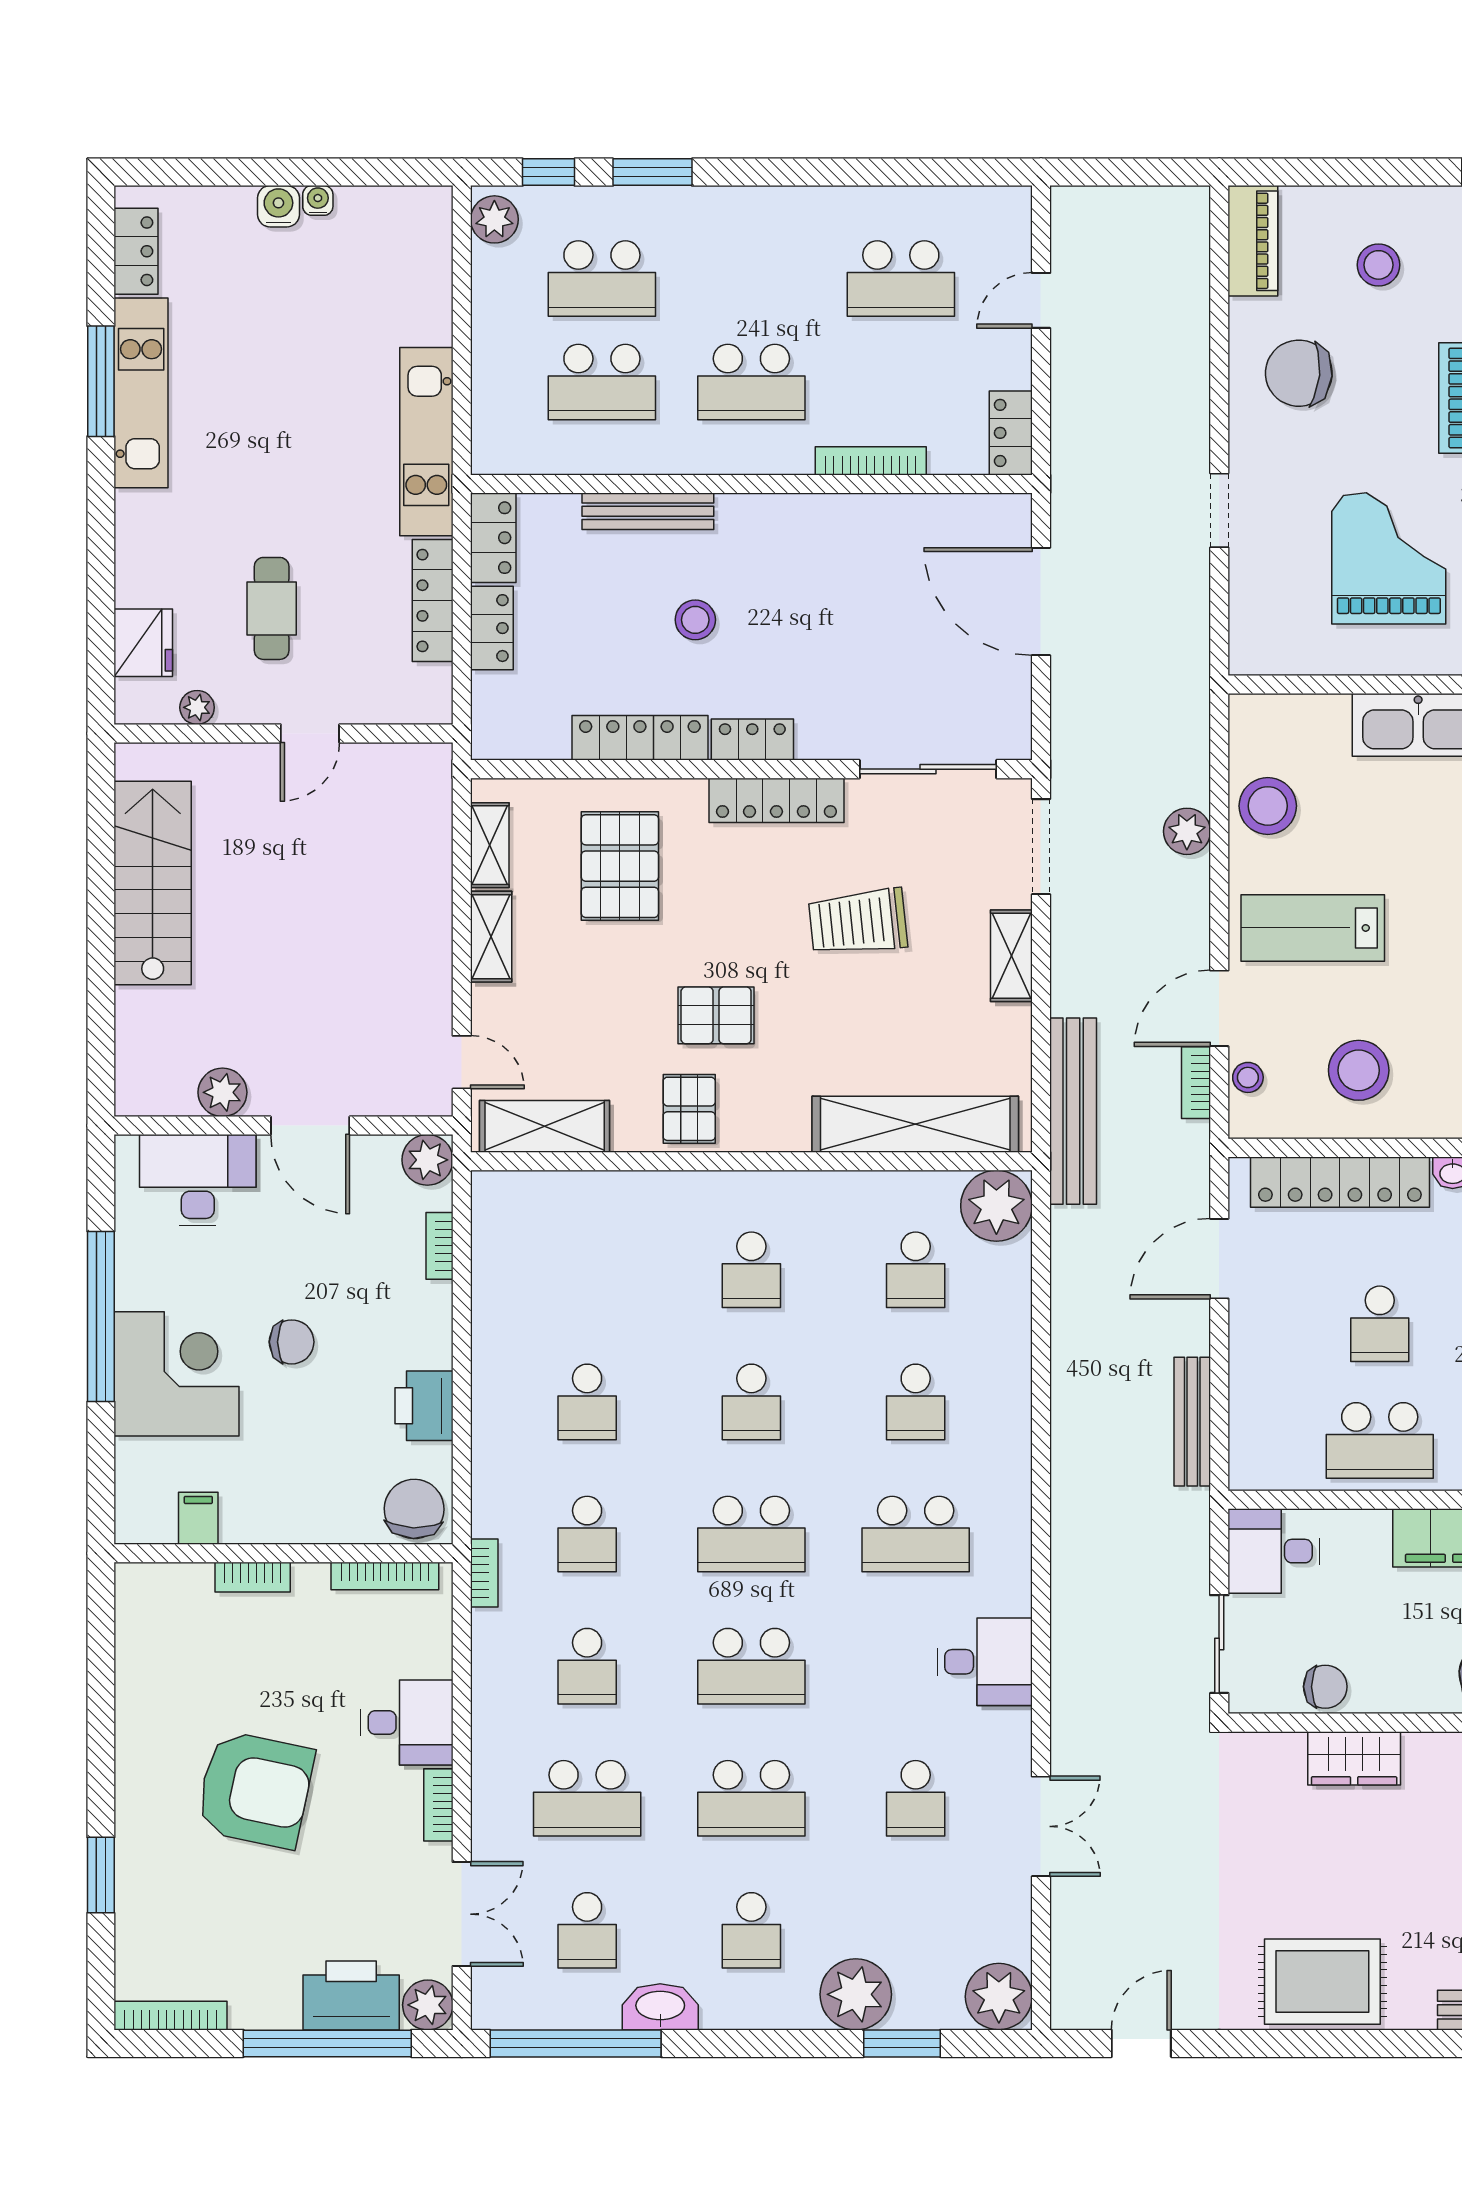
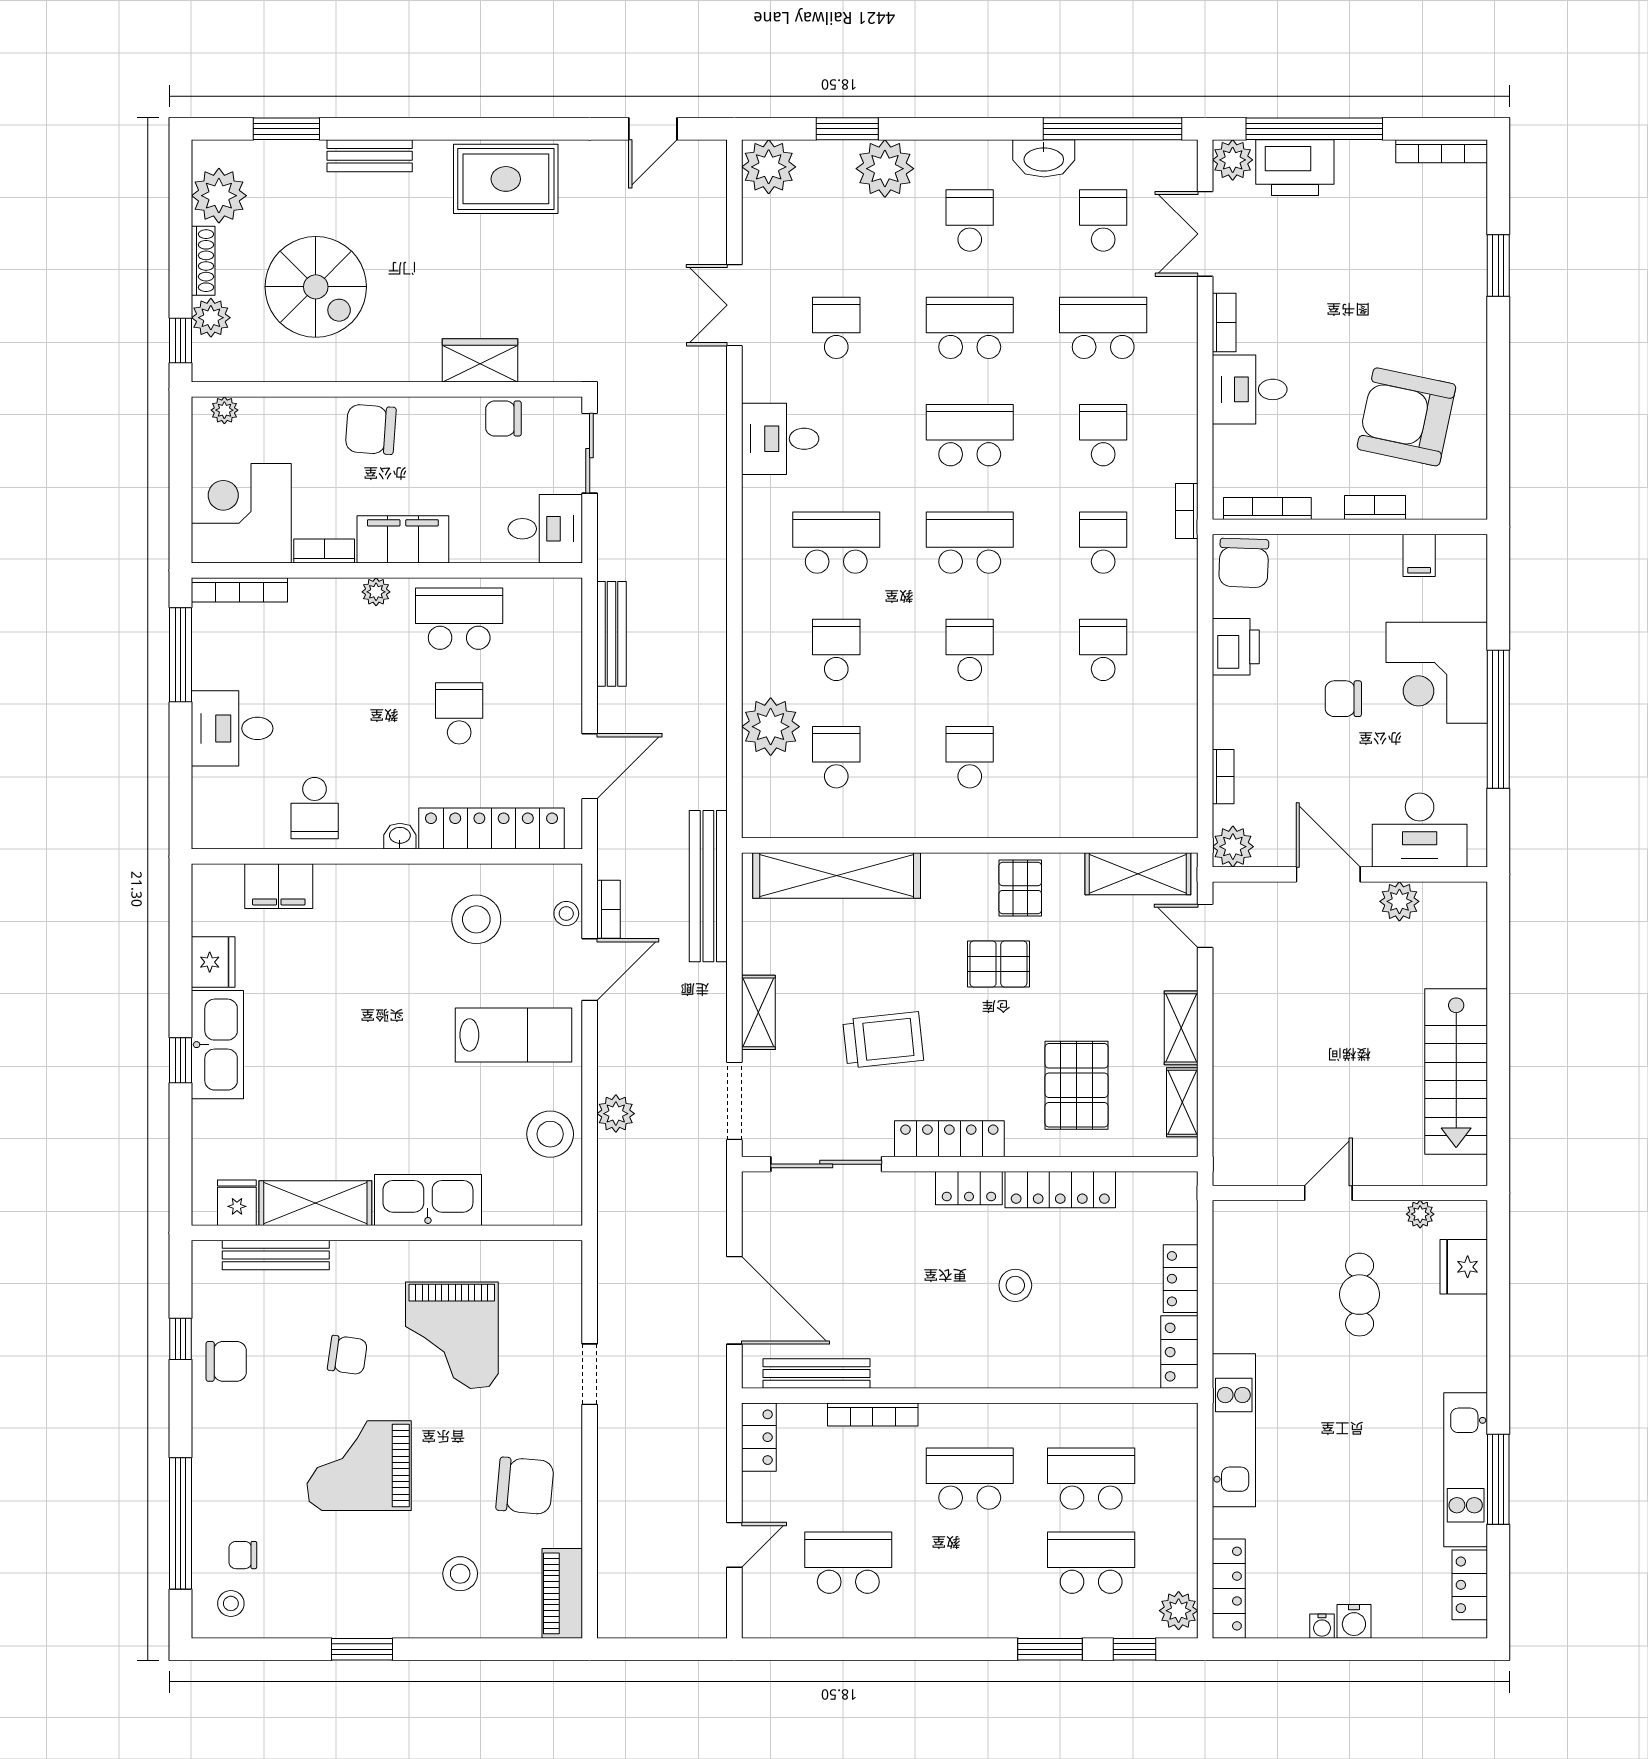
bench: (648, 511) -> (816, 1374), moved
locker: (433, 601) -> (1229, 1589), moved
plant: (996, 1206) -> (771, 727), moved
armchair: (255, 1790) -> (1406, 417), moved

